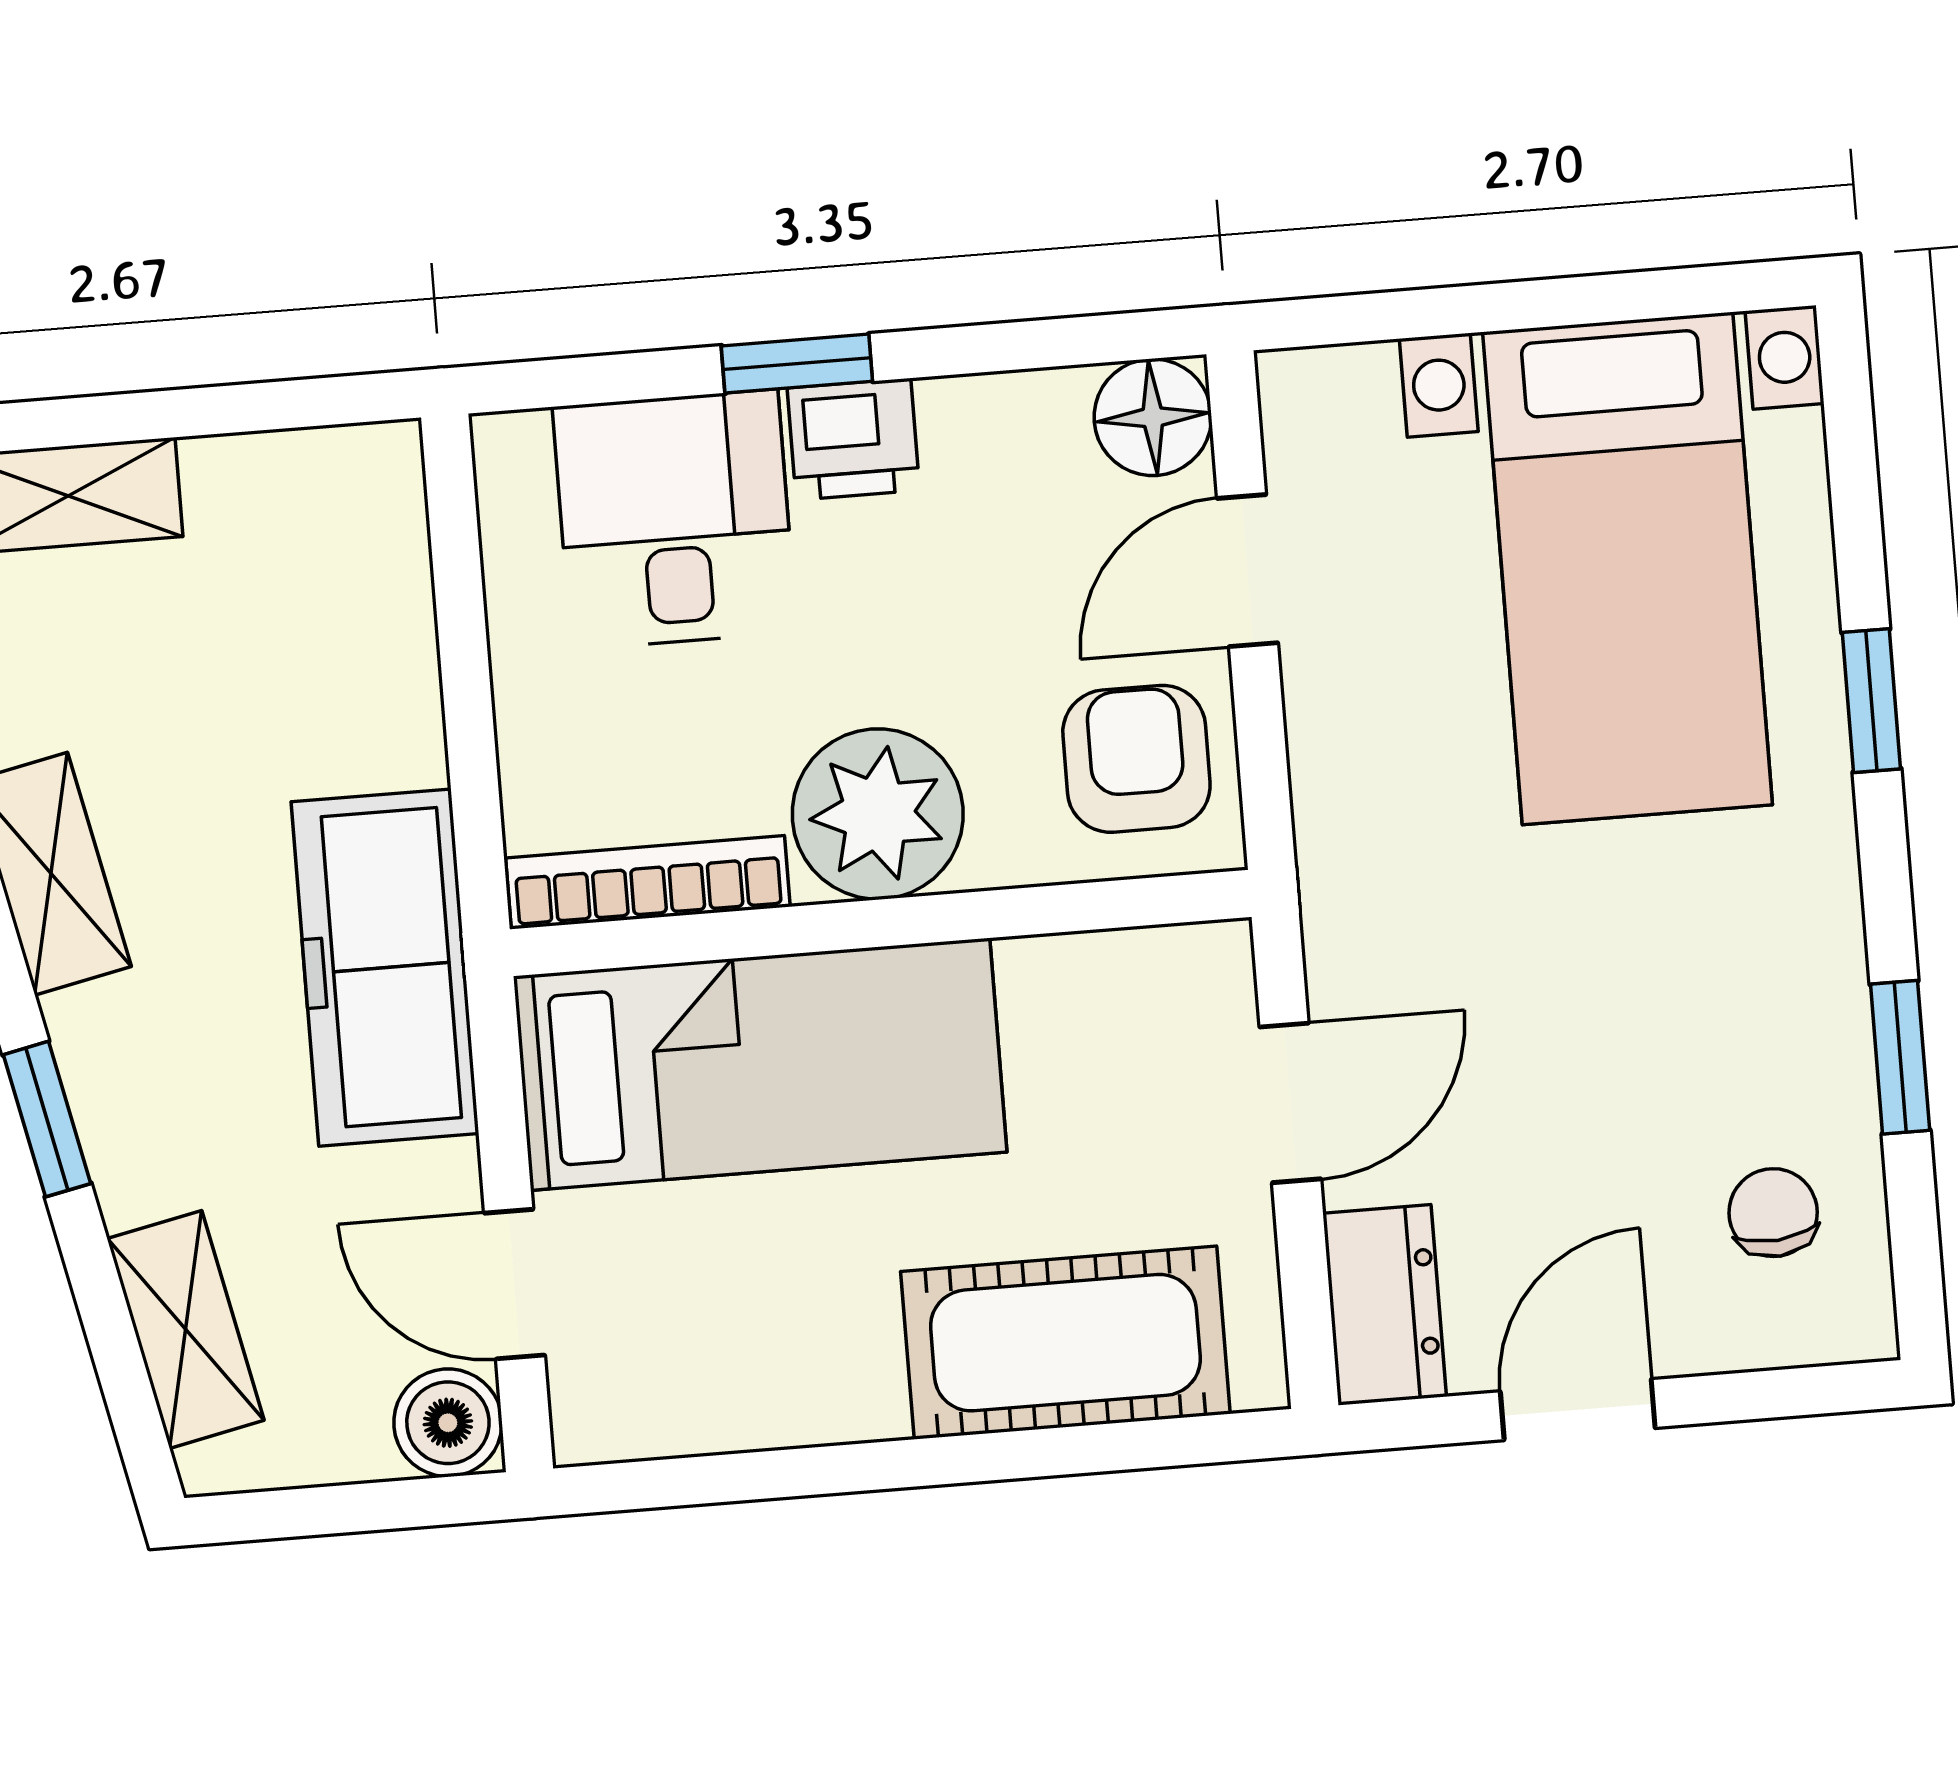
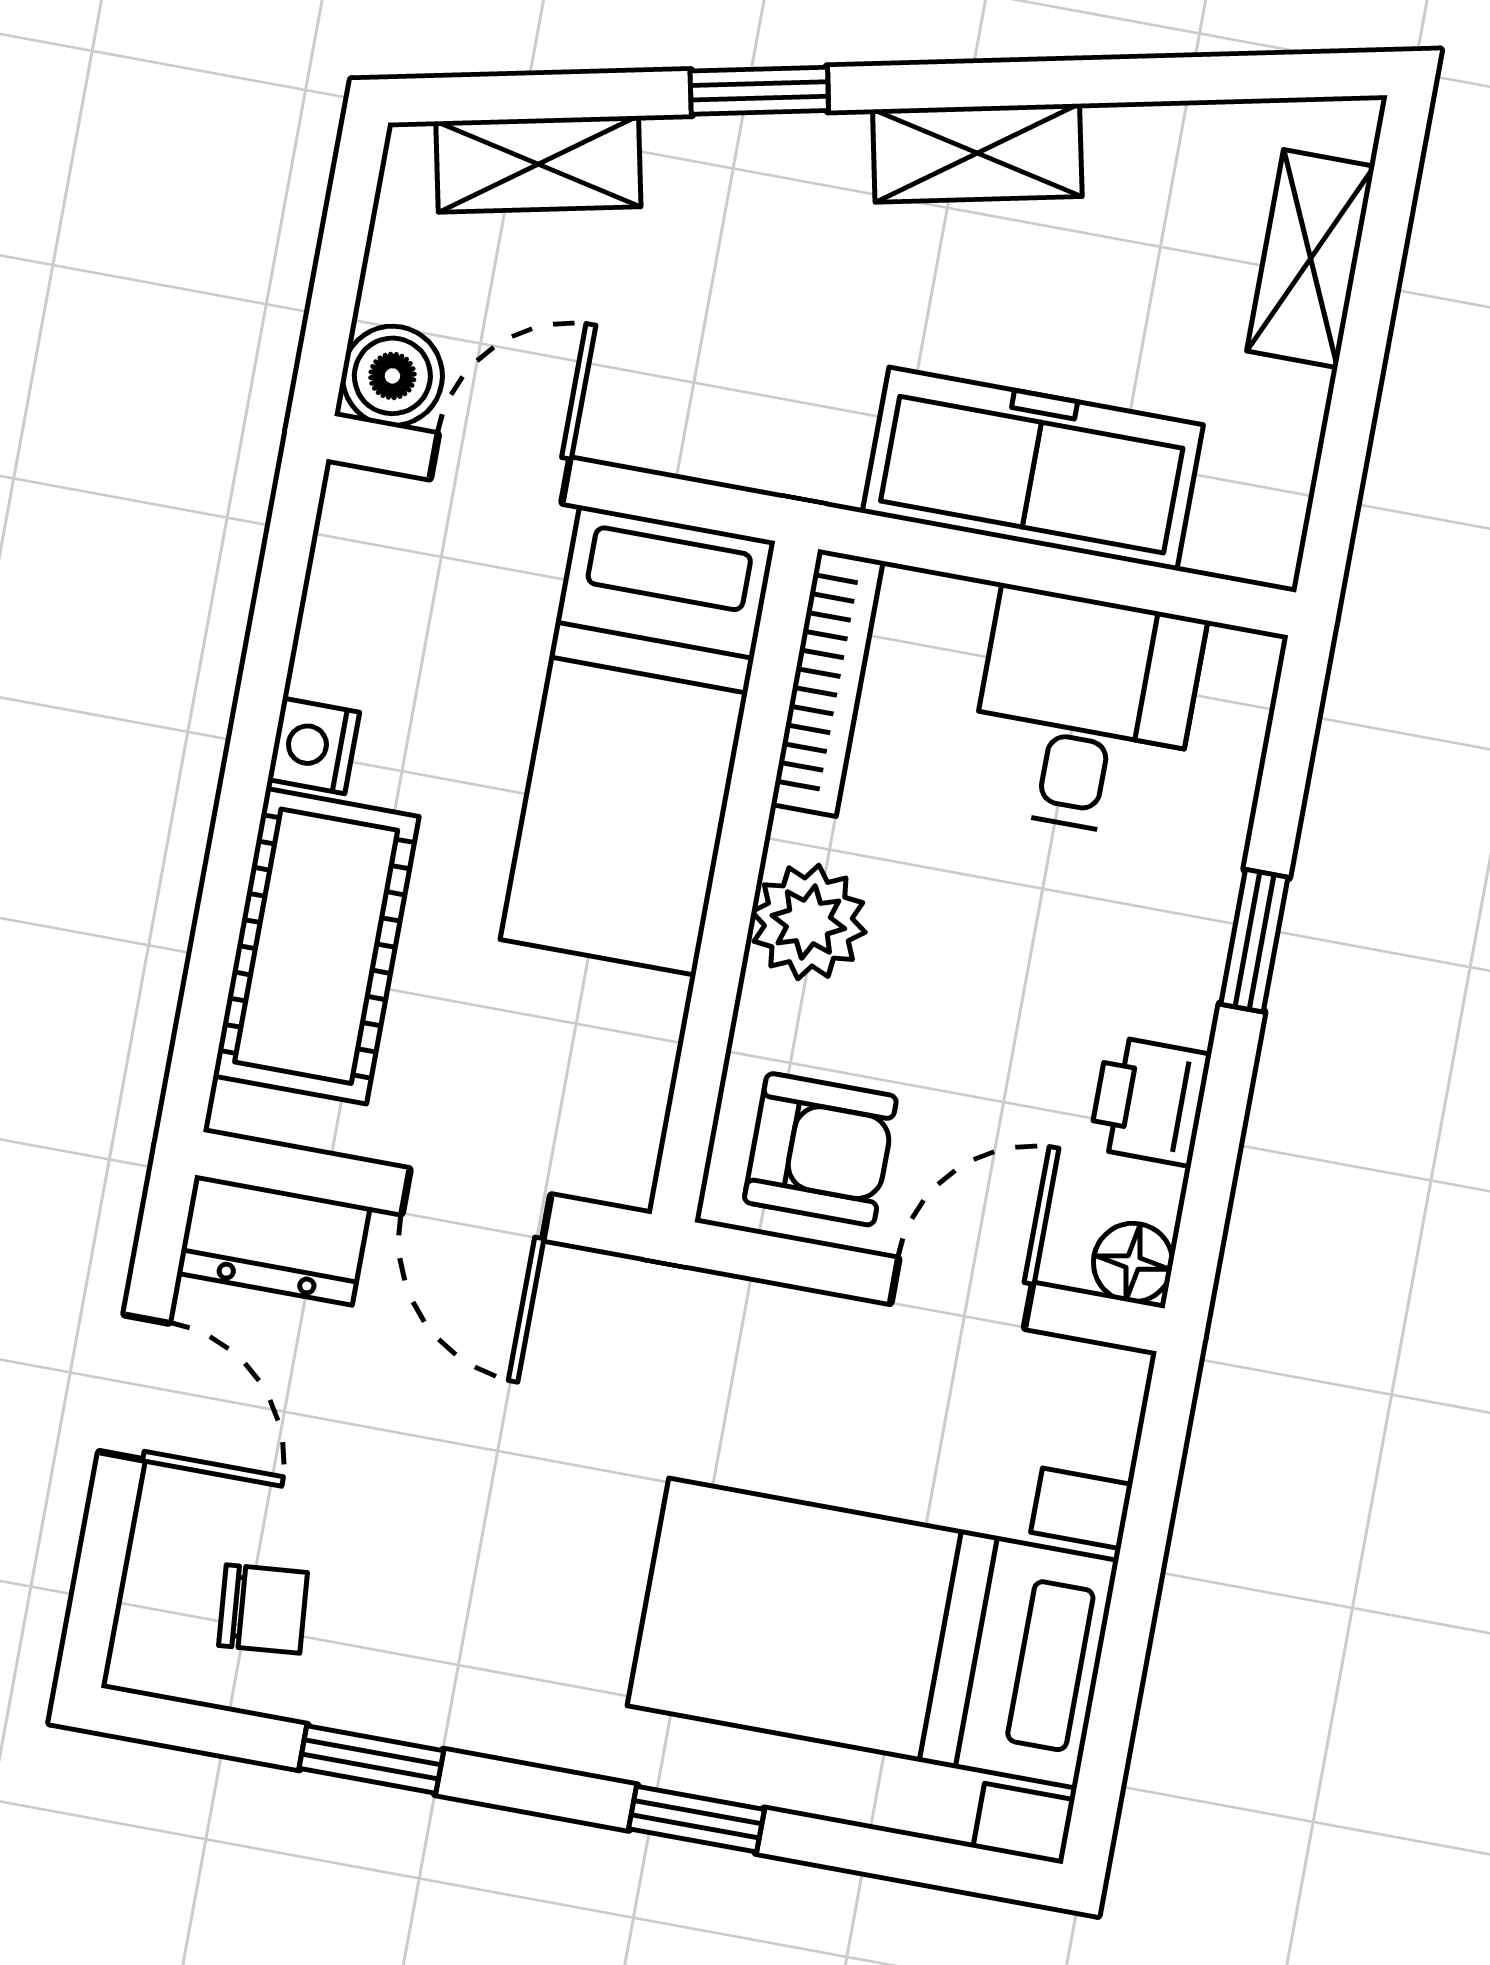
floor lamp: (1153, 417) -> (1133, 1263), width x0.73, depth x0.73
printer: (853, 439) -> (1150, 1101), moved
desk: (675, 519) -> (1085, 712), moved, turned -90
door: (1248, 571) -> (962, 1293), hinge flipped
plant: (878, 814) -> (808, 922), width x0.73, depth x0.73
freezer: (385, 968) -> (1033, 469), moved
nightstand: (857, 1401) -> (314, 746), added

